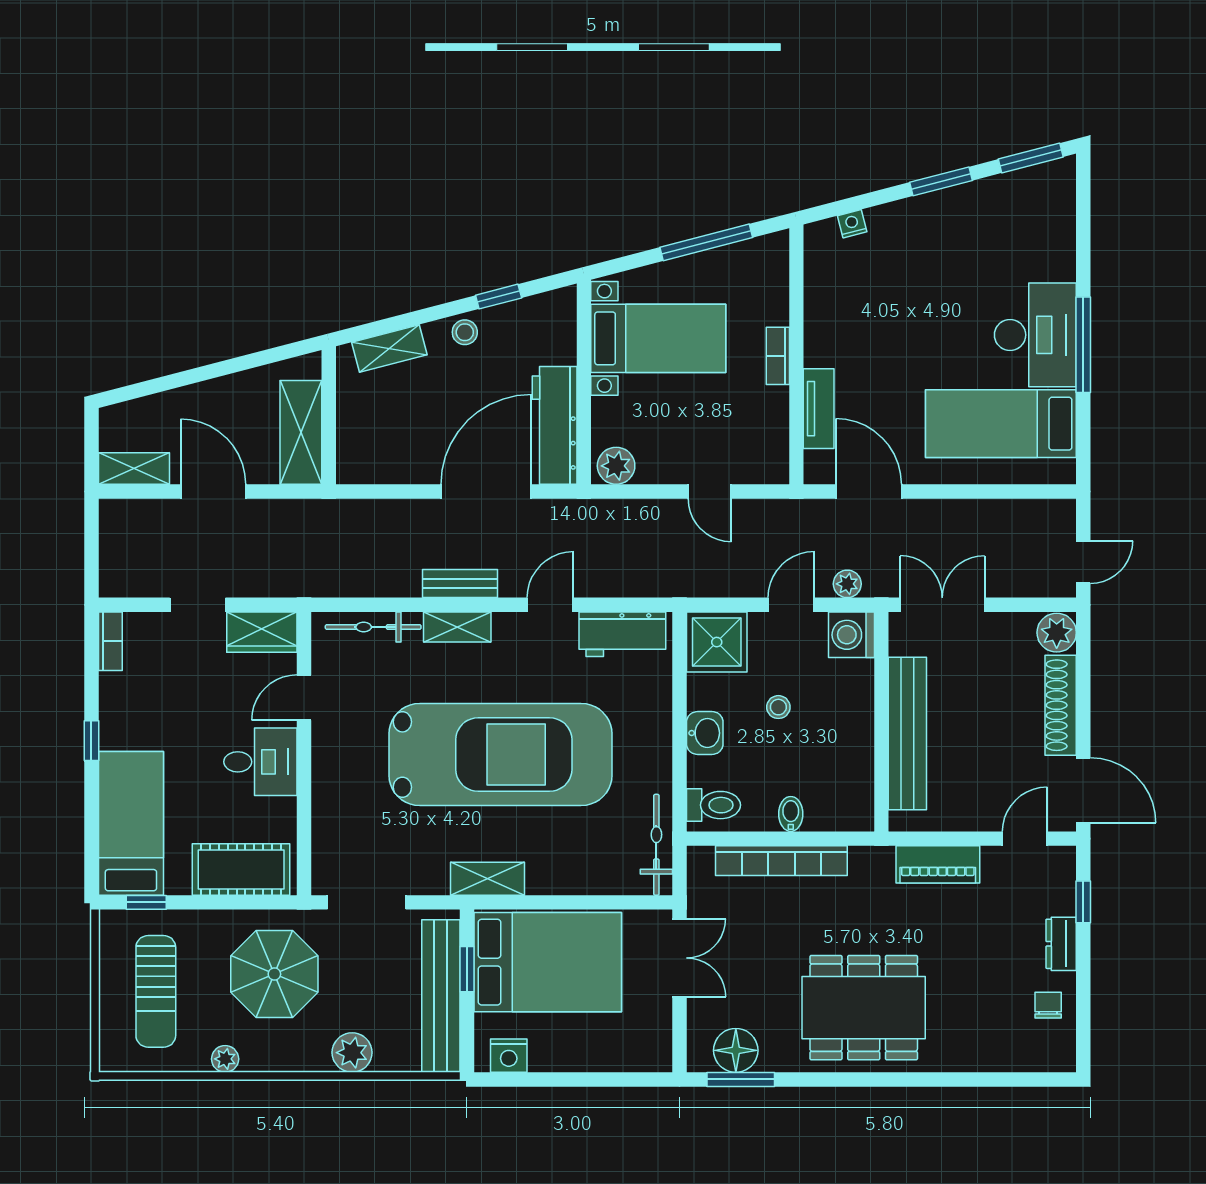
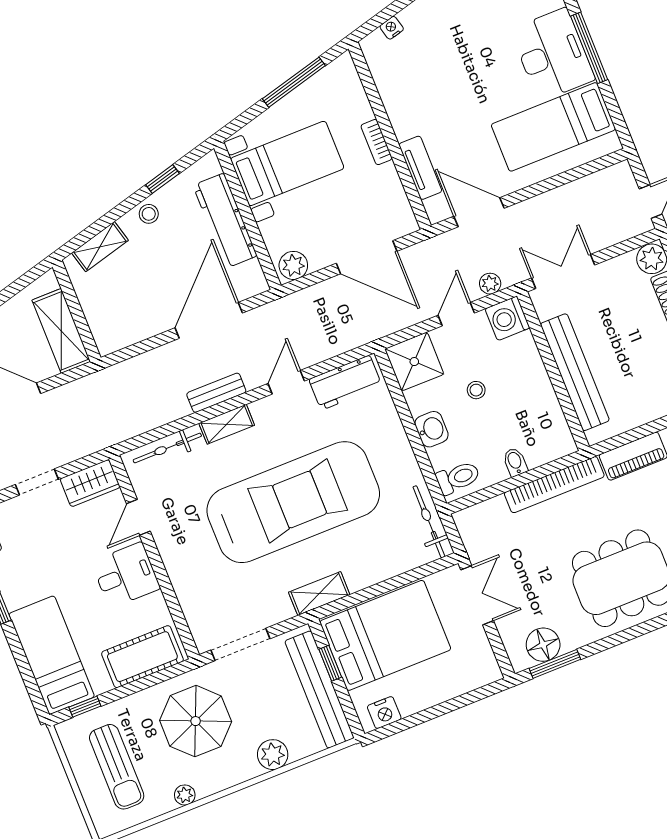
workbench: (555, 425) -> (225, 221), moved
door: (710, 491) -> (367, 257), width x1.88
bookcase: (781, 861) -> (554, 485), moved

